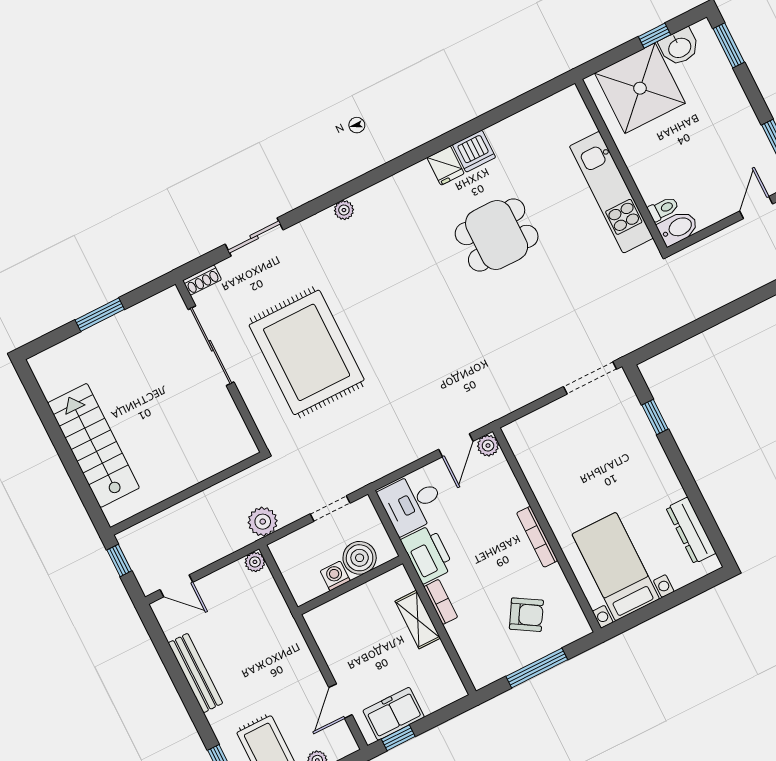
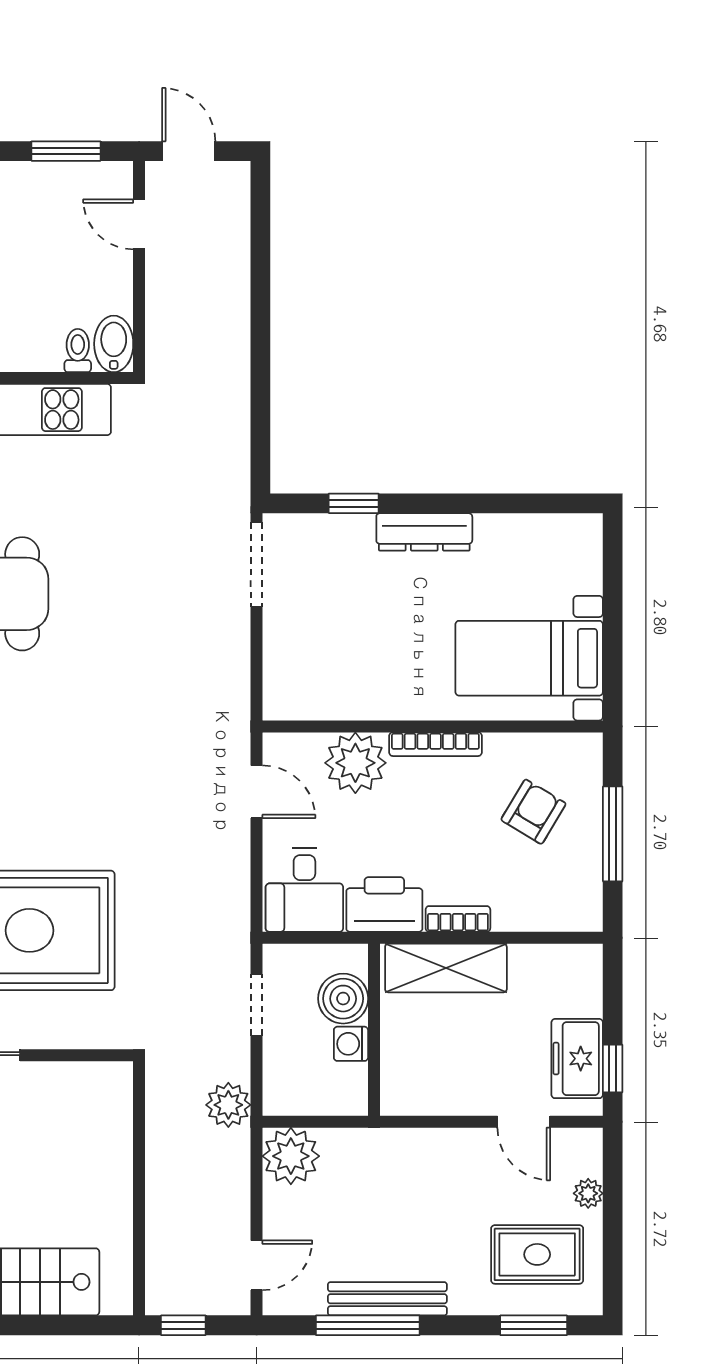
plant: (488, 446) -> (355, 763), moved, width x1.88, depth x1.88
dresser: (691, 530) -> (424, 532), moved
plant: (255, 562) -> (291, 1156), width x1.87, depth x1.87
shelving: (418, 620) -> (446, 968), width x1.50, depth x1.33
window: (174, 669) -> (368, 1325), added

